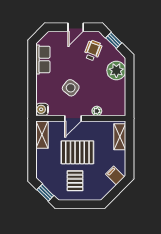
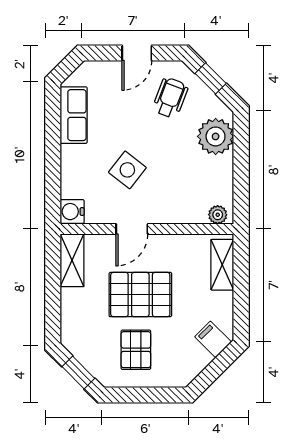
plant: (97, 111) -> (218, 215), moved

